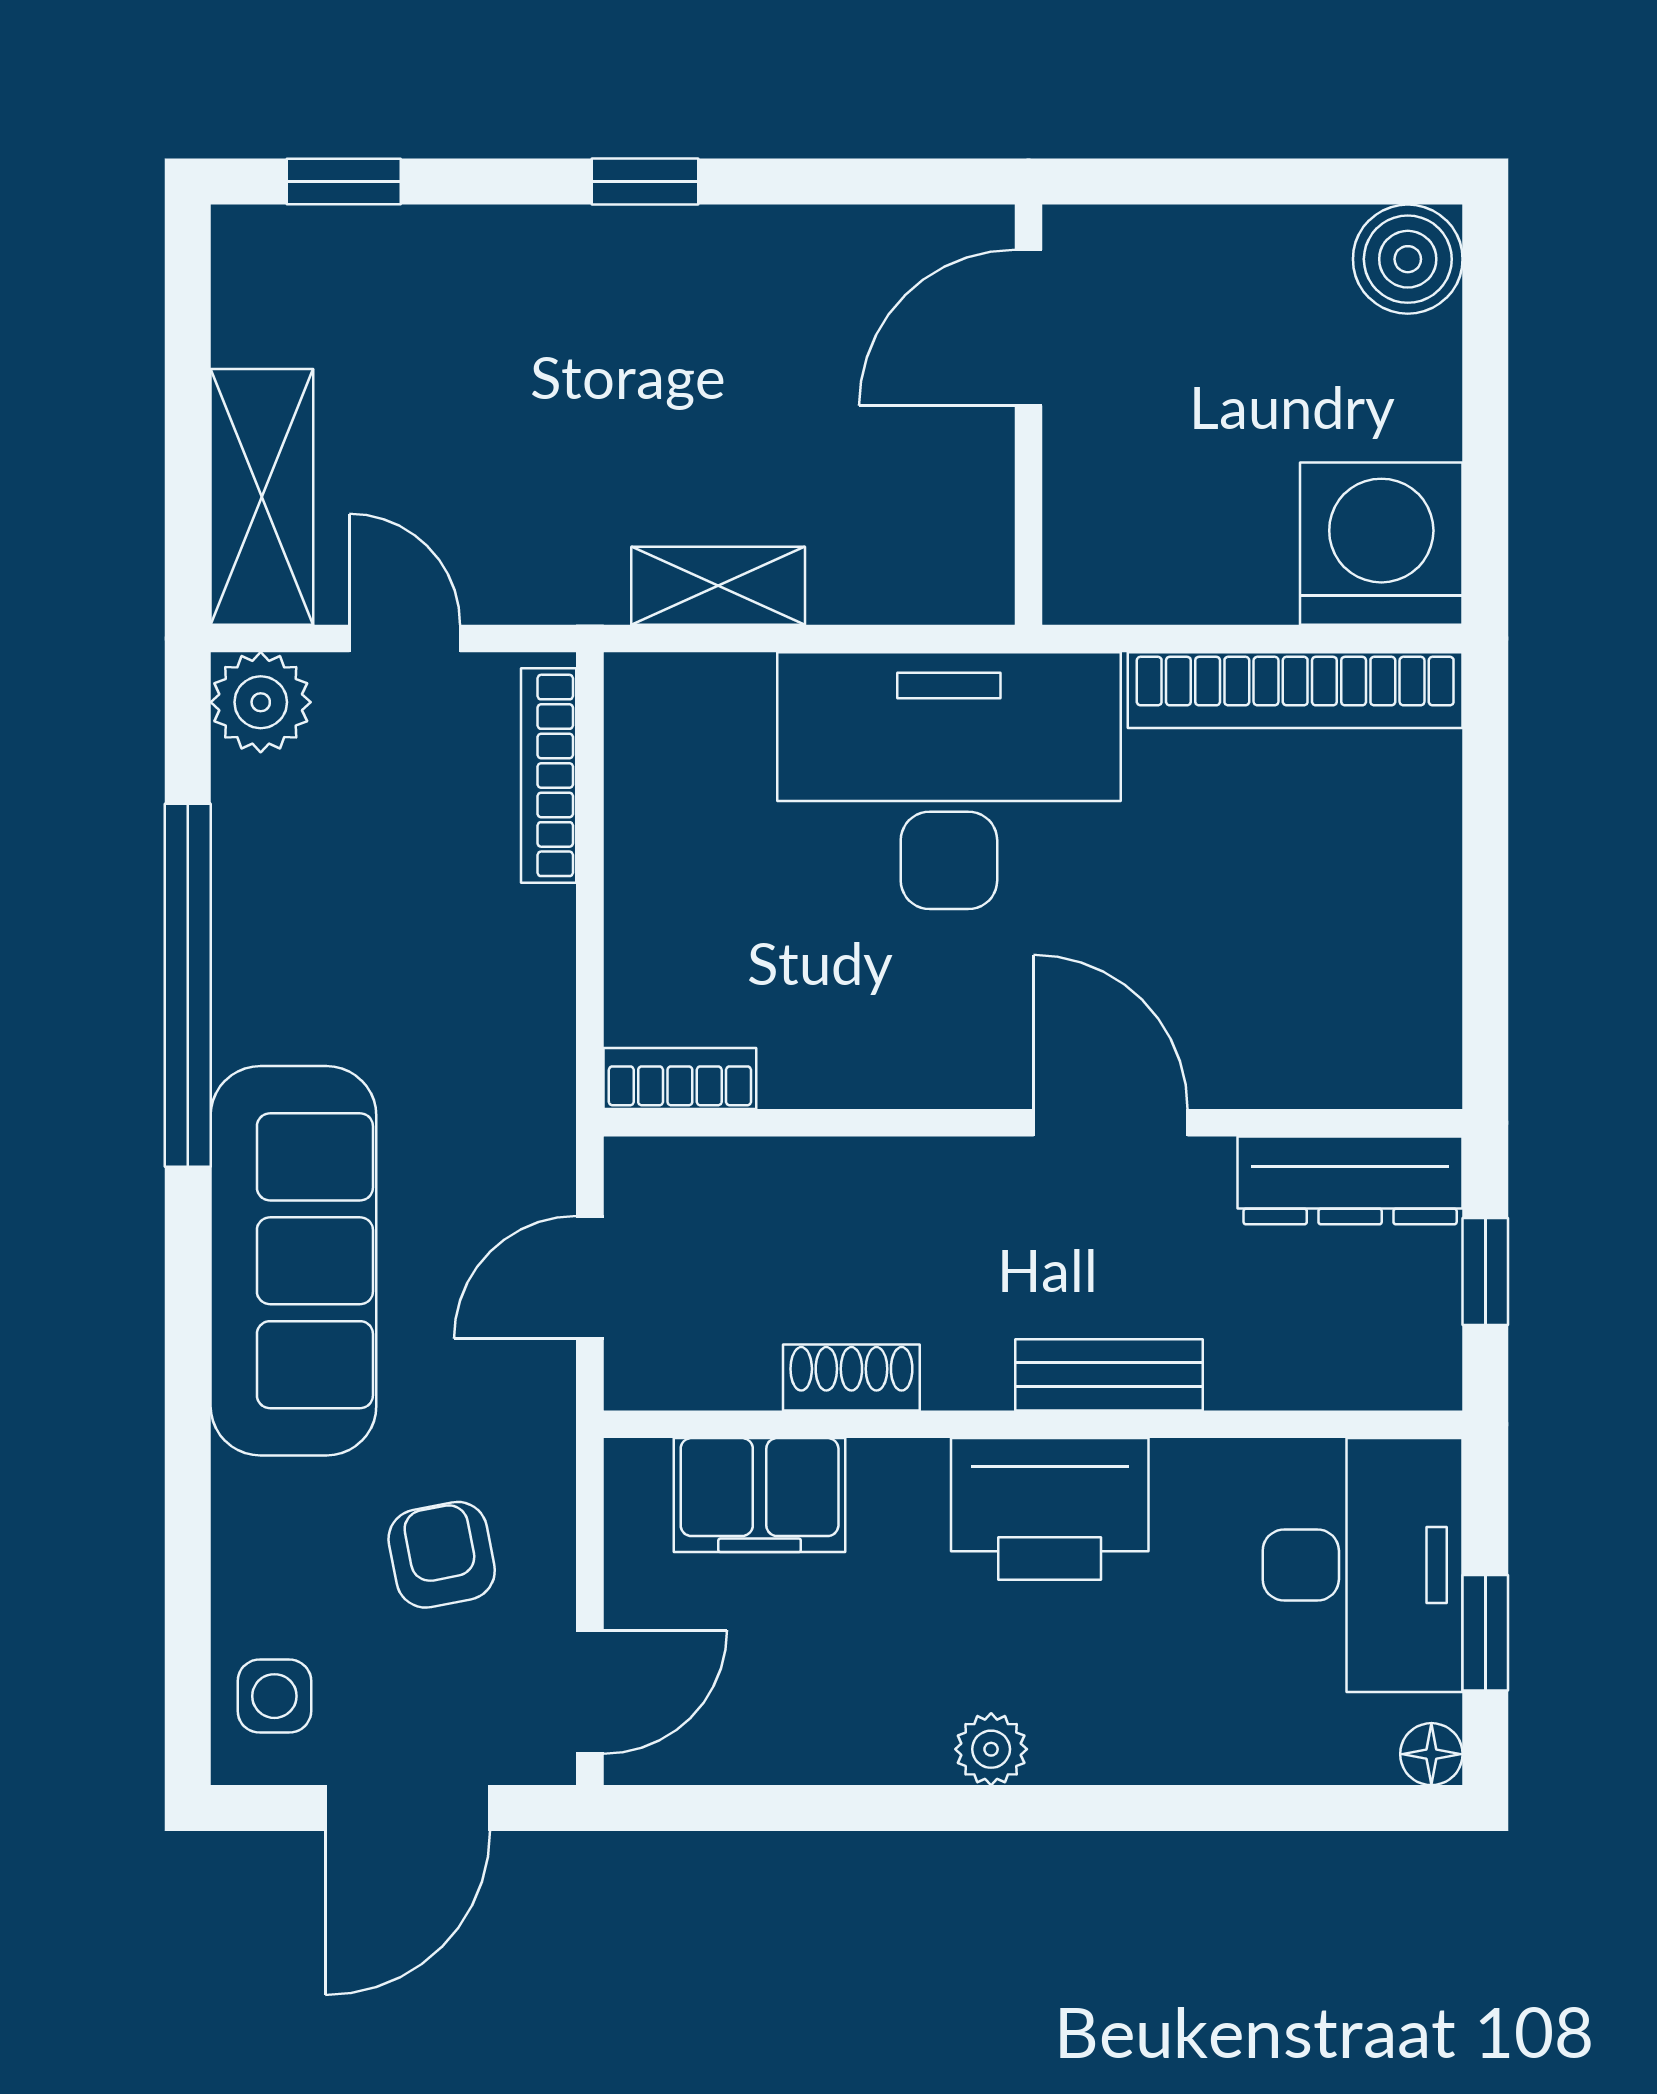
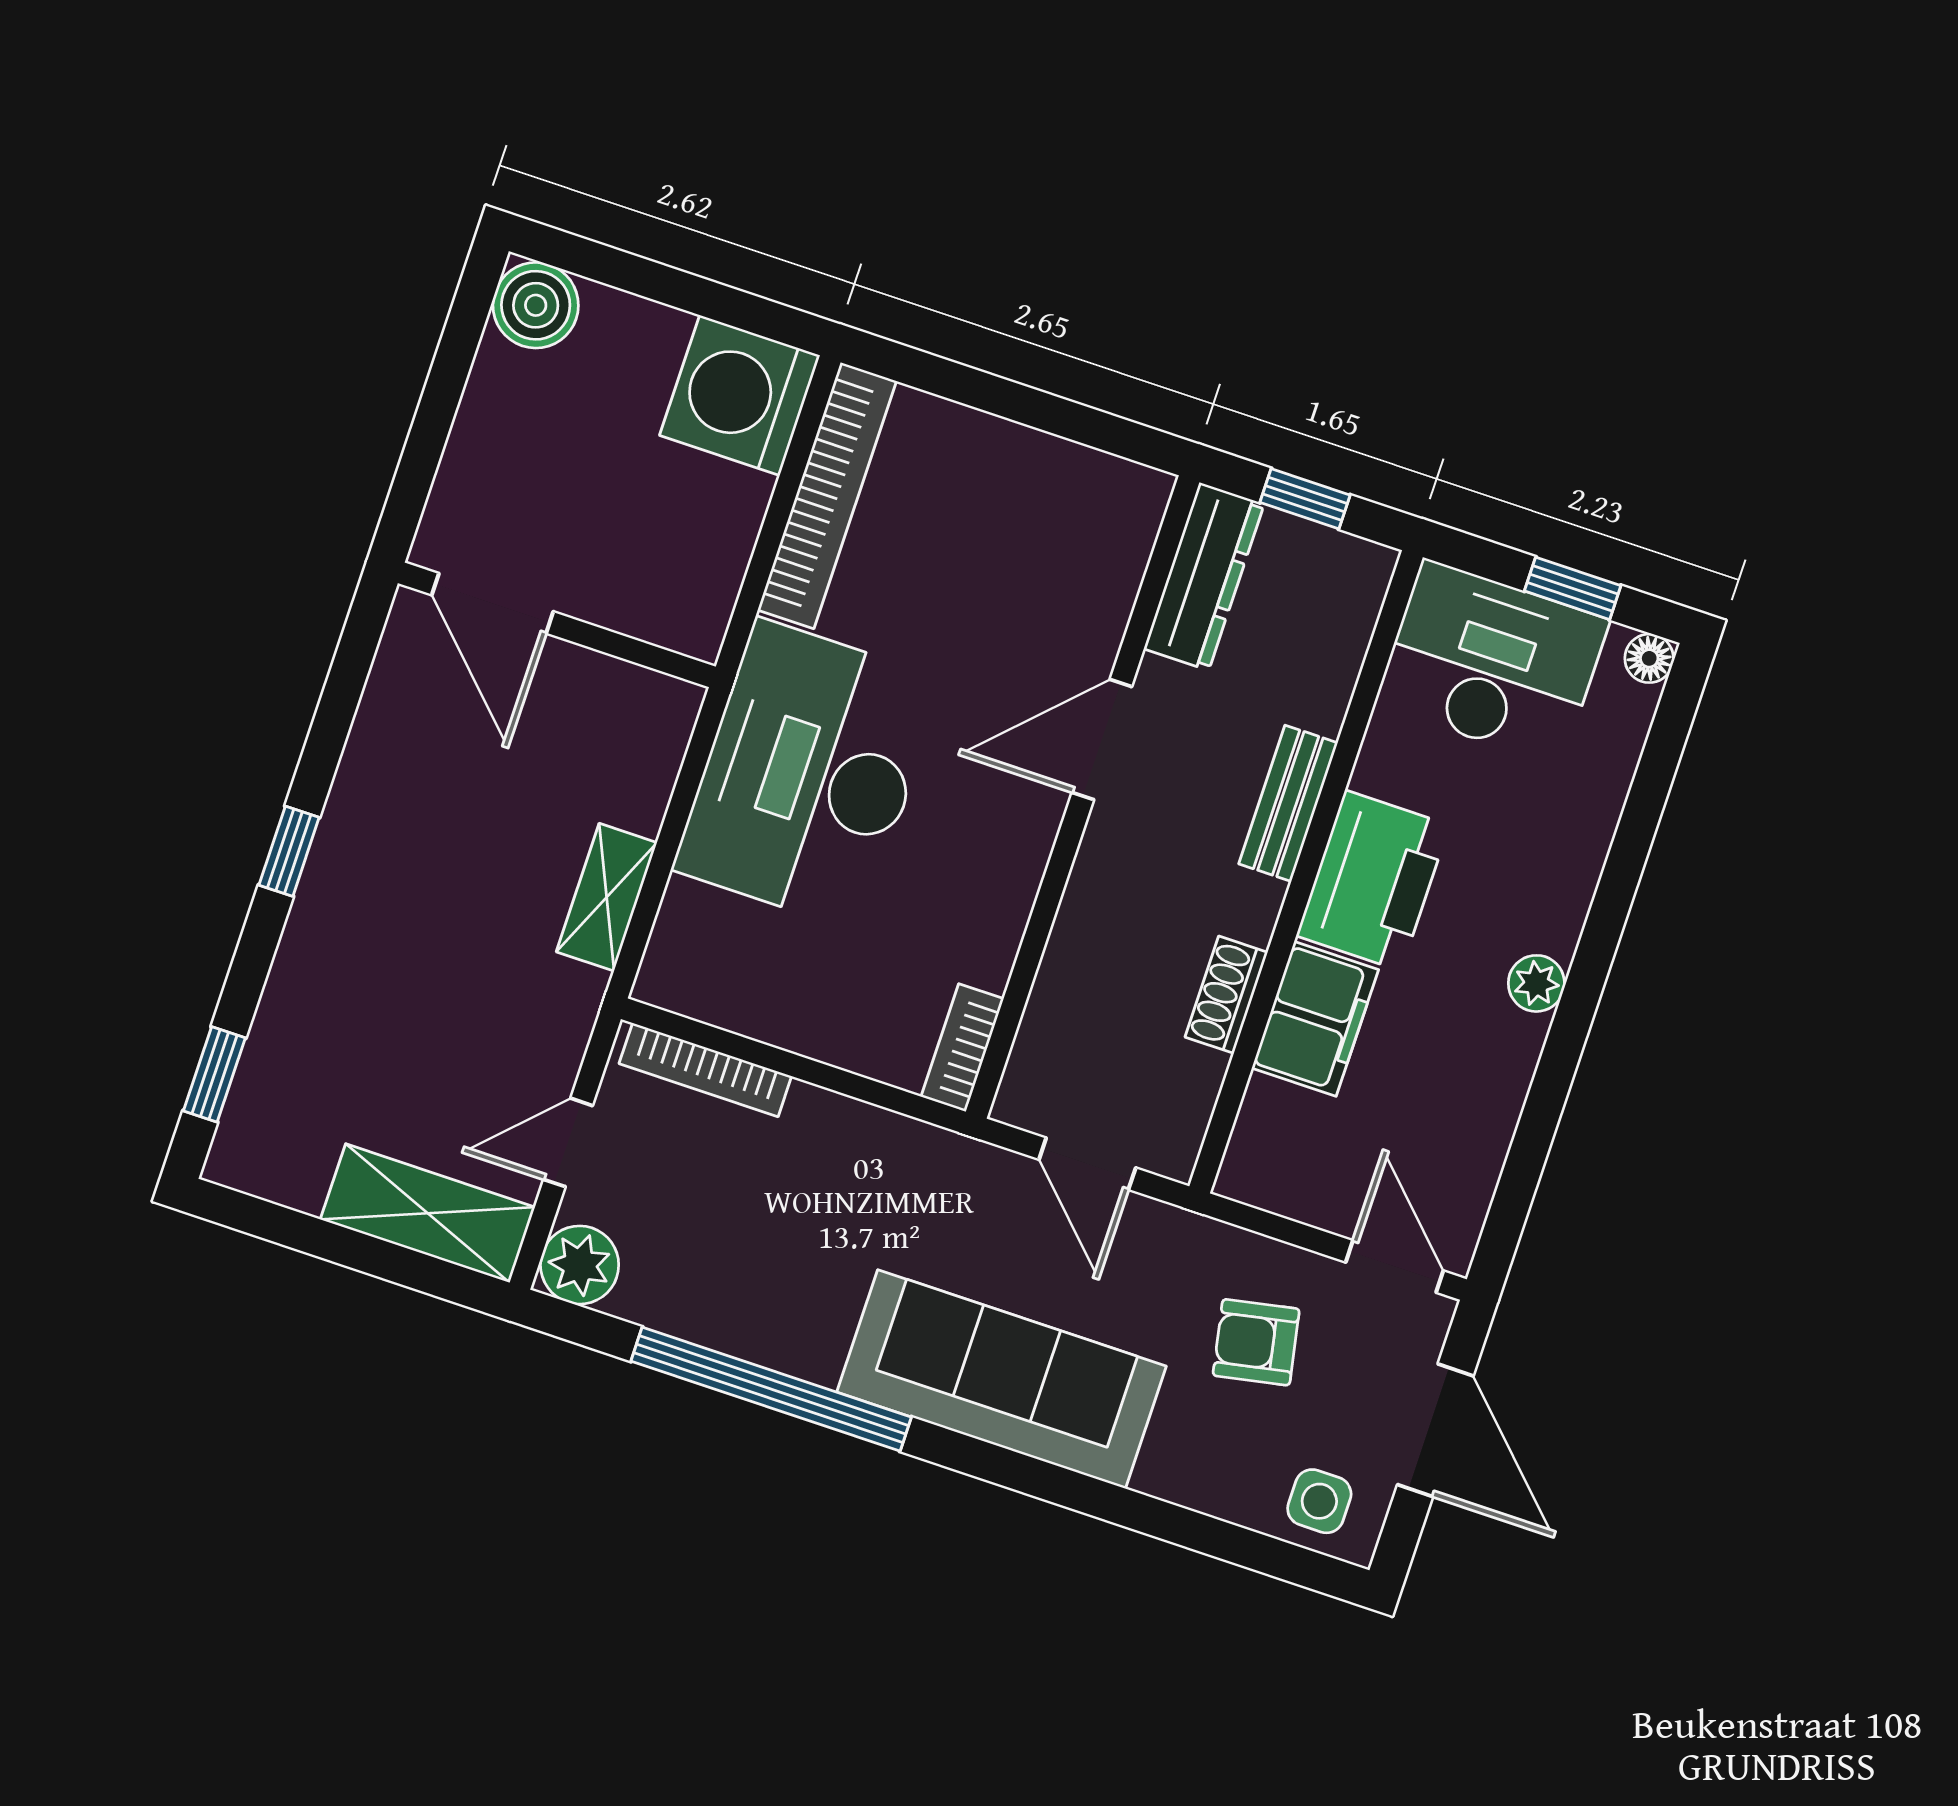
filing cabinet: (760, 1495) -> (1315, 1019), moved

